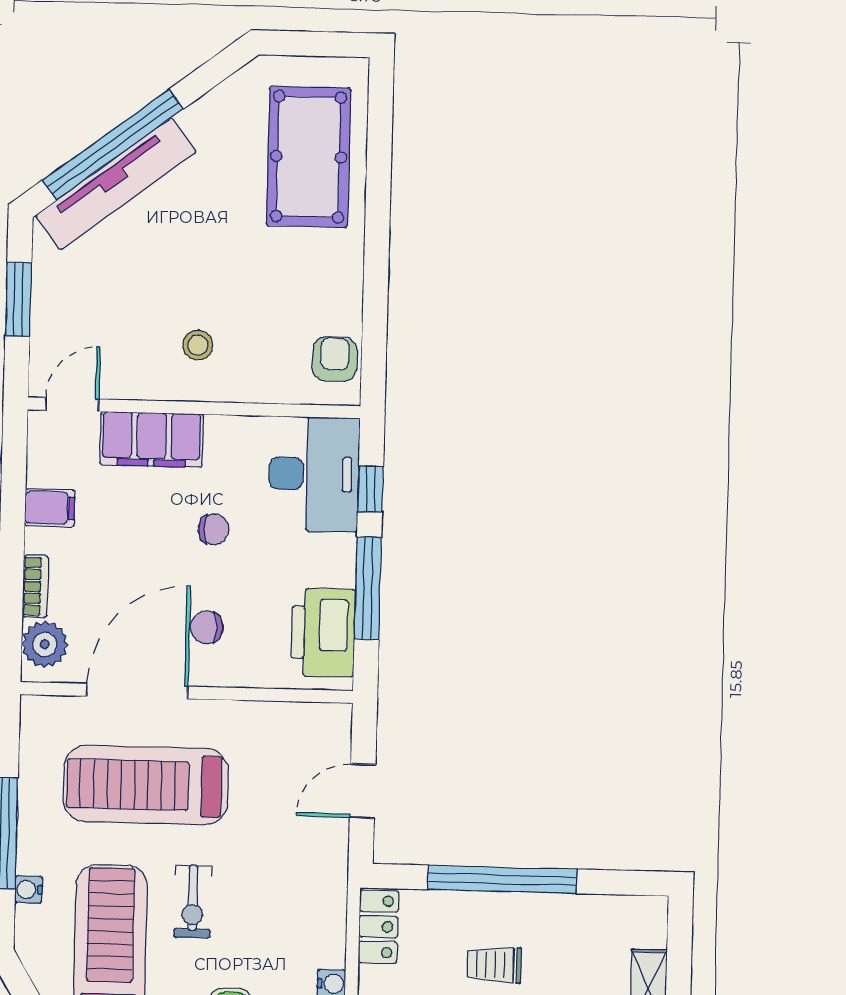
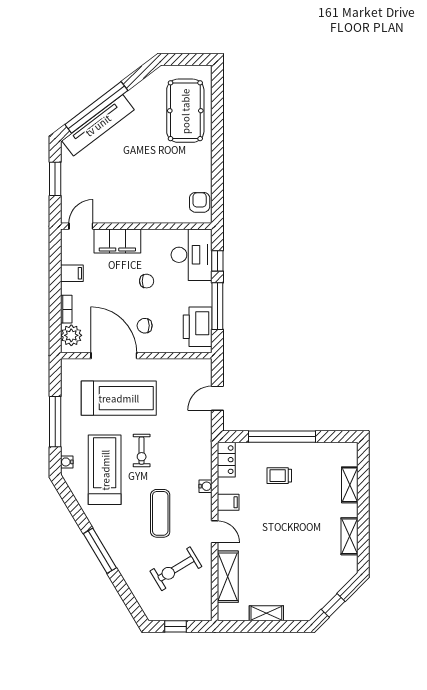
stool: (198, 345) -> (137, 198), removed
door: (137, 691) -> (114, 356), hinge flipped
treadmill: (146, 785) -> (119, 398), turned 180
water cooler: (28, 890) -> (67, 462), moved

